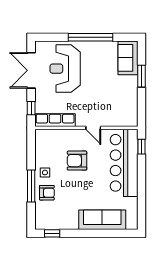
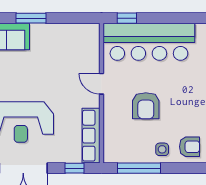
door: (93, 128) -> (101, 84), swing flipped
window: (31, 186) -> (139, 168), moved
armchair: (47, 193) -> (190, 147), turned 90

